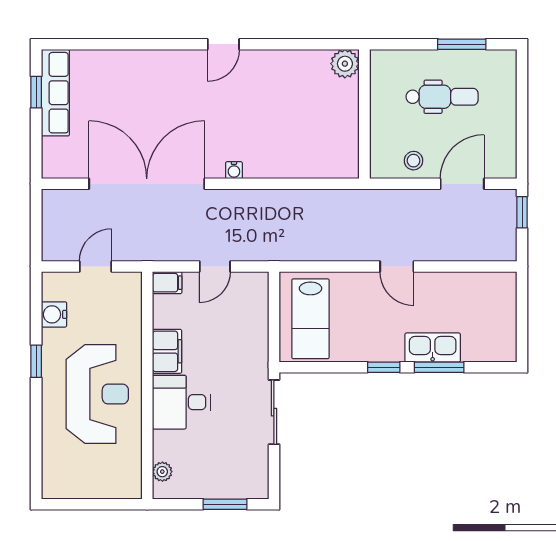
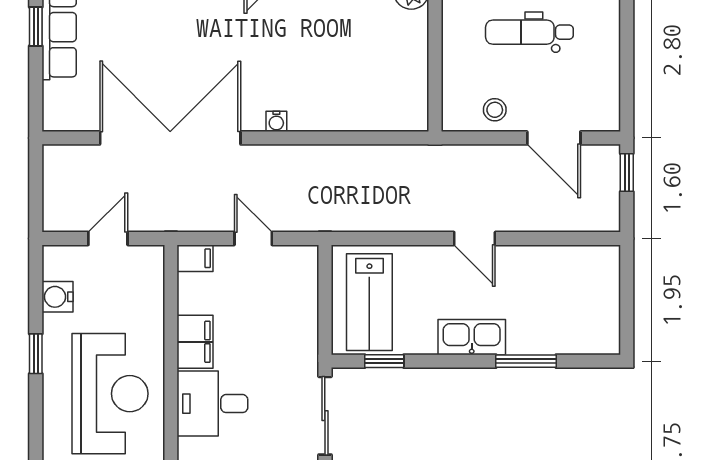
dental chair: (442, 97) -> (529, 32), turned 180
door: (462, 184) -> (554, 138), swing flipped
door: (215, 266) -> (253, 239), swing flipped
kitchen sink: (433, 348) -> (472, 337), moved
window: (384, 367) -> (384, 361), moved

